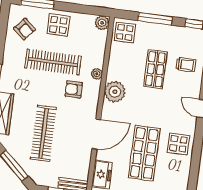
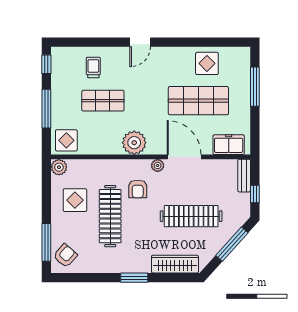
display table: (58, 25) -> (75, 200), moved
armchair: (24, 29) -> (65, 256), moved
plant: (97, 74) -> (158, 165), moved
display table: (178, 144) -> (207, 63), moved

